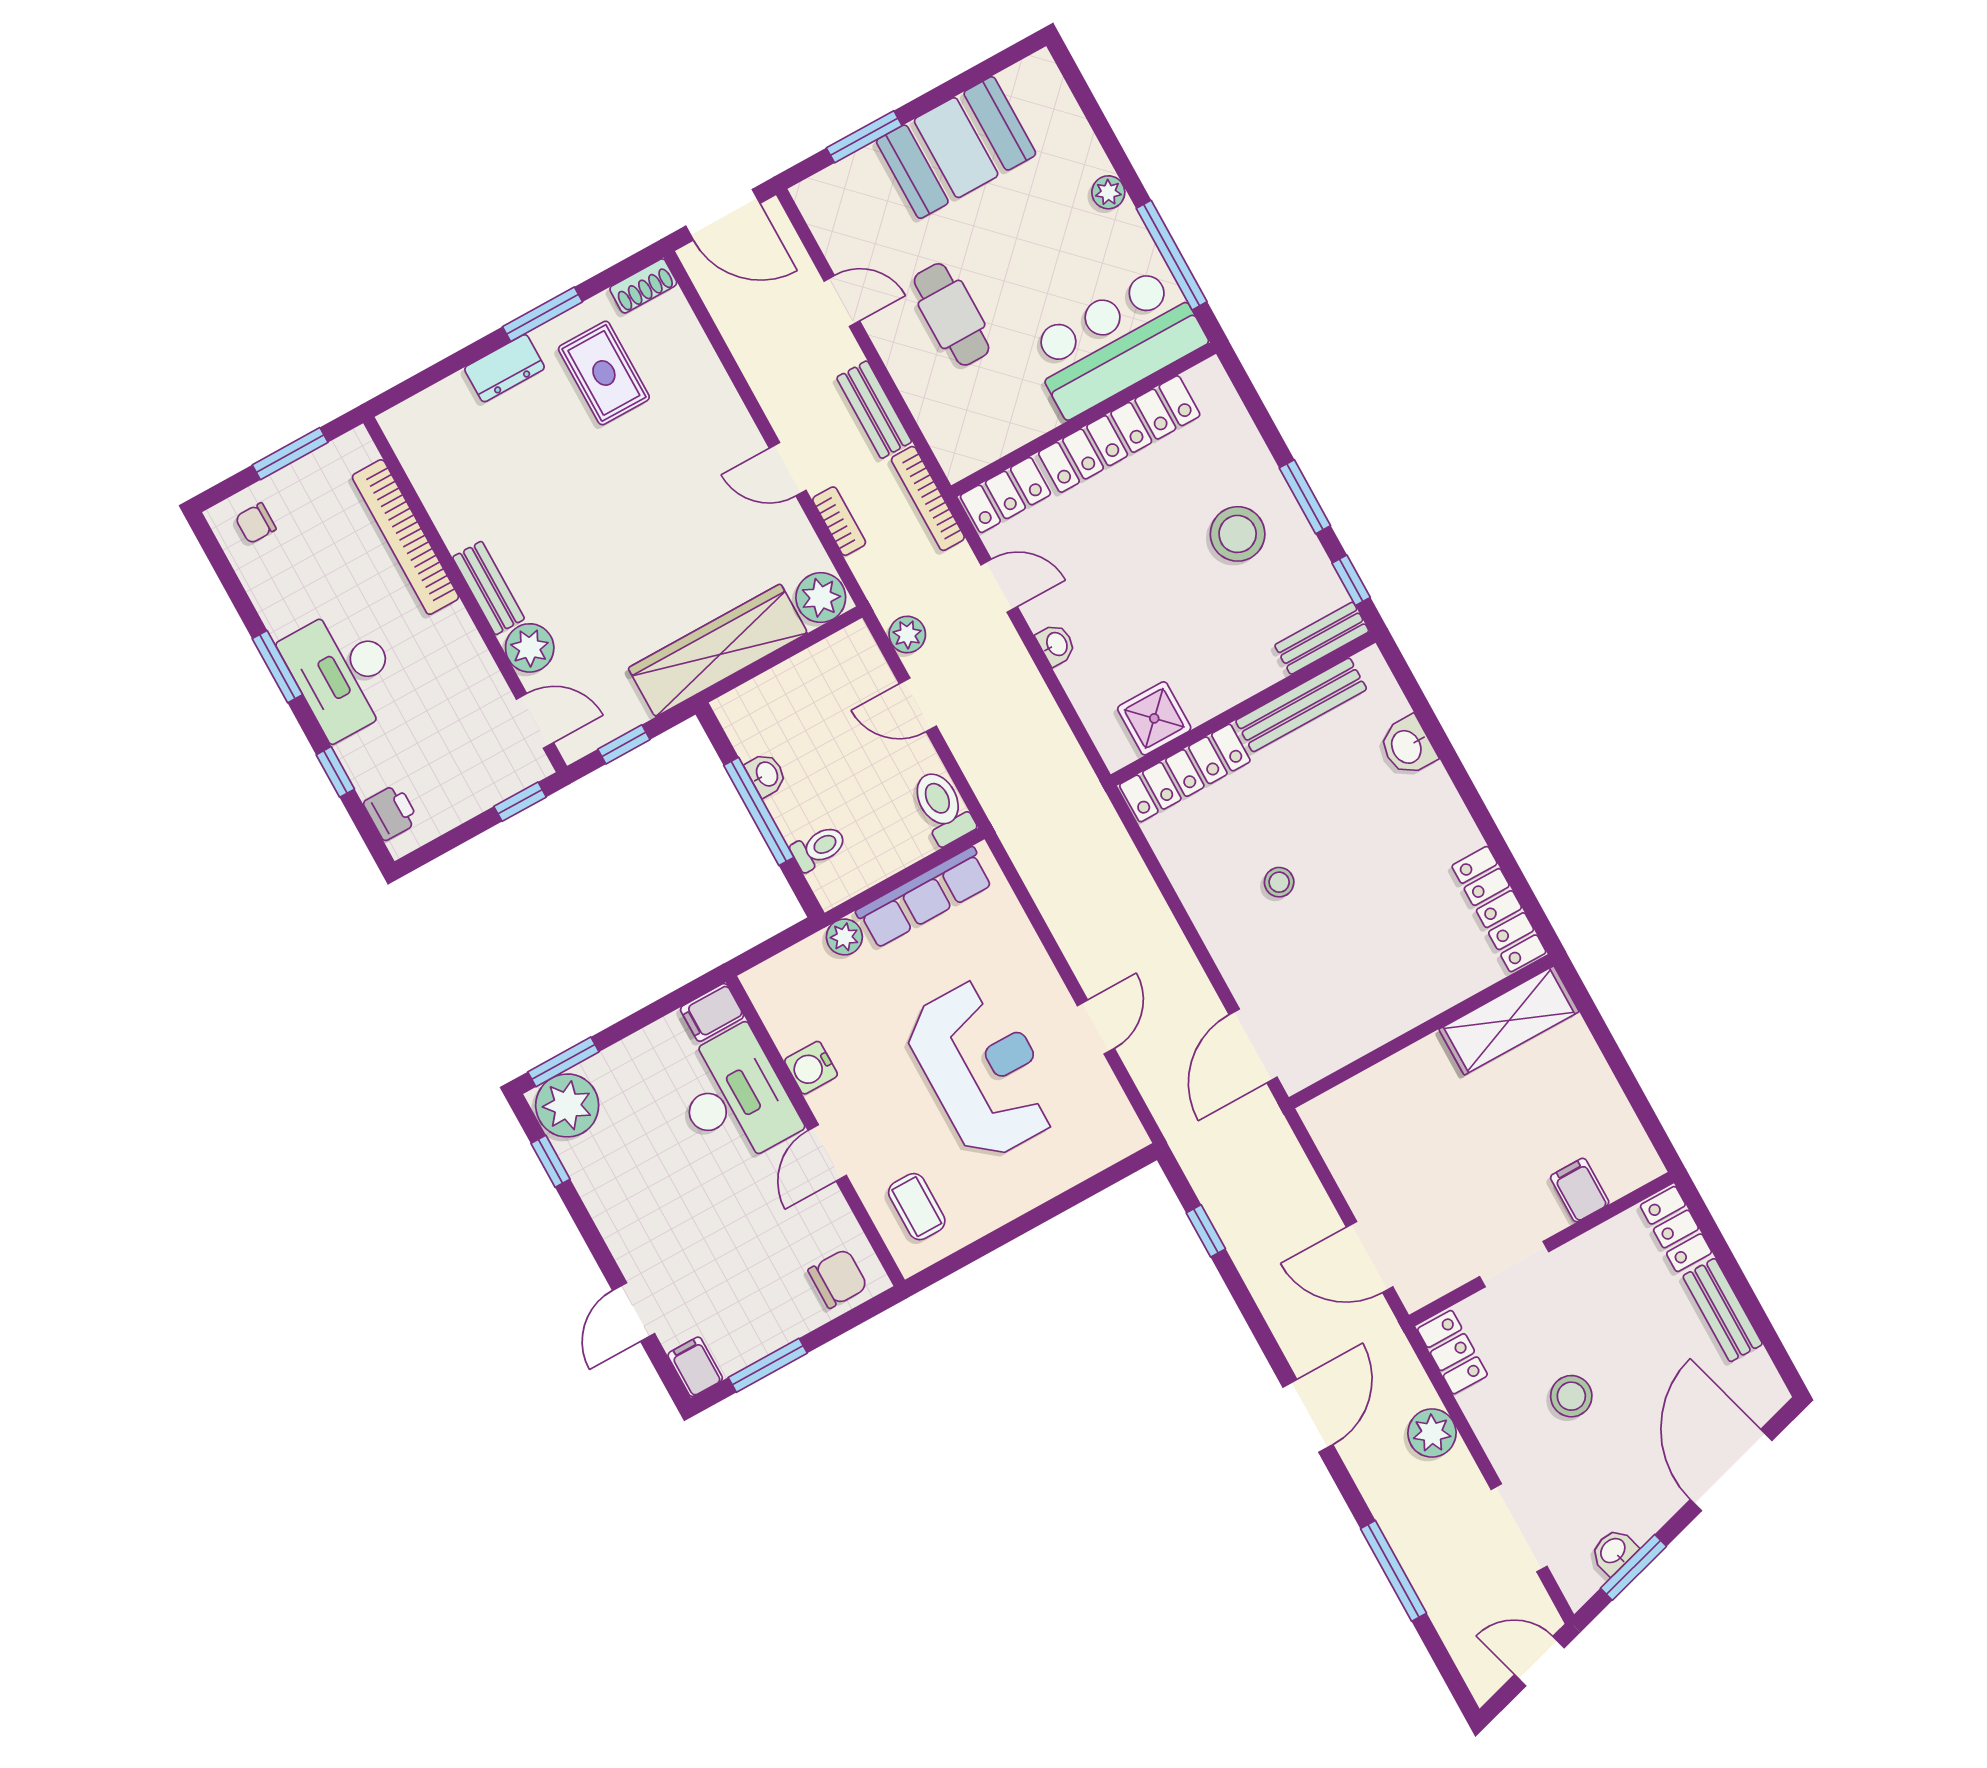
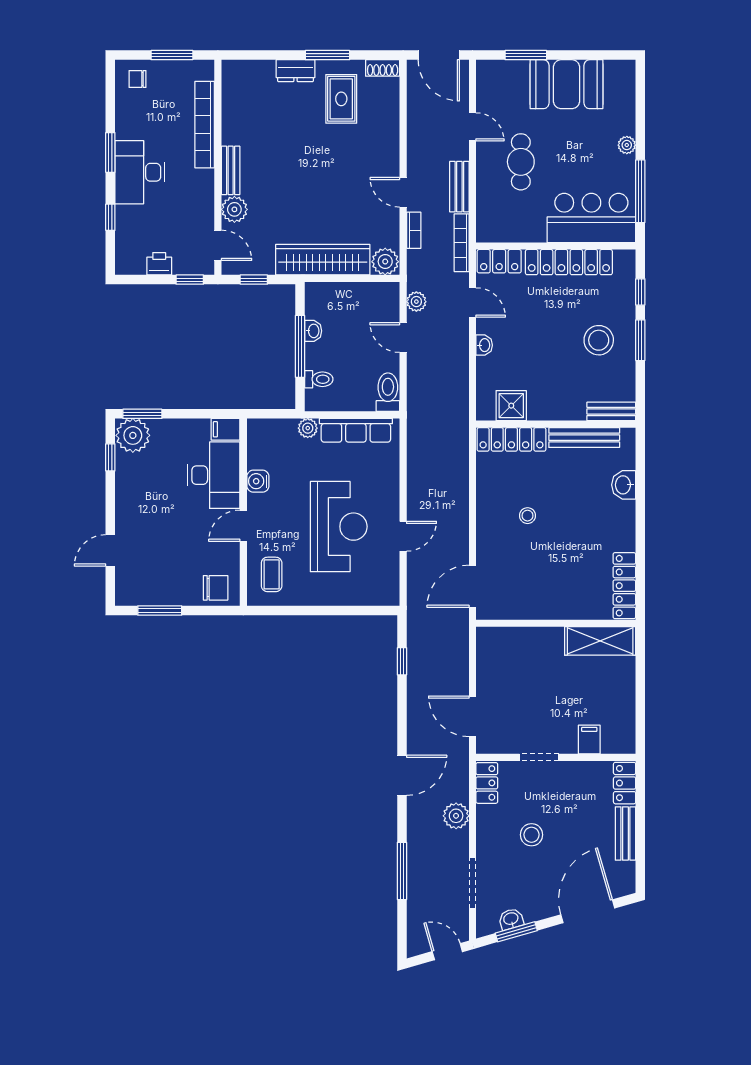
window: (1351, 580) -> (640, 292), moved
printer: (391, 812) -> (159, 264), moved, turned -90
filing cabinet: (695, 1367) -> (125, 592), removed

